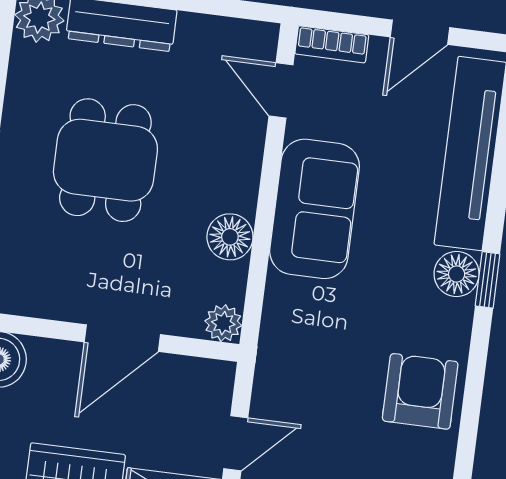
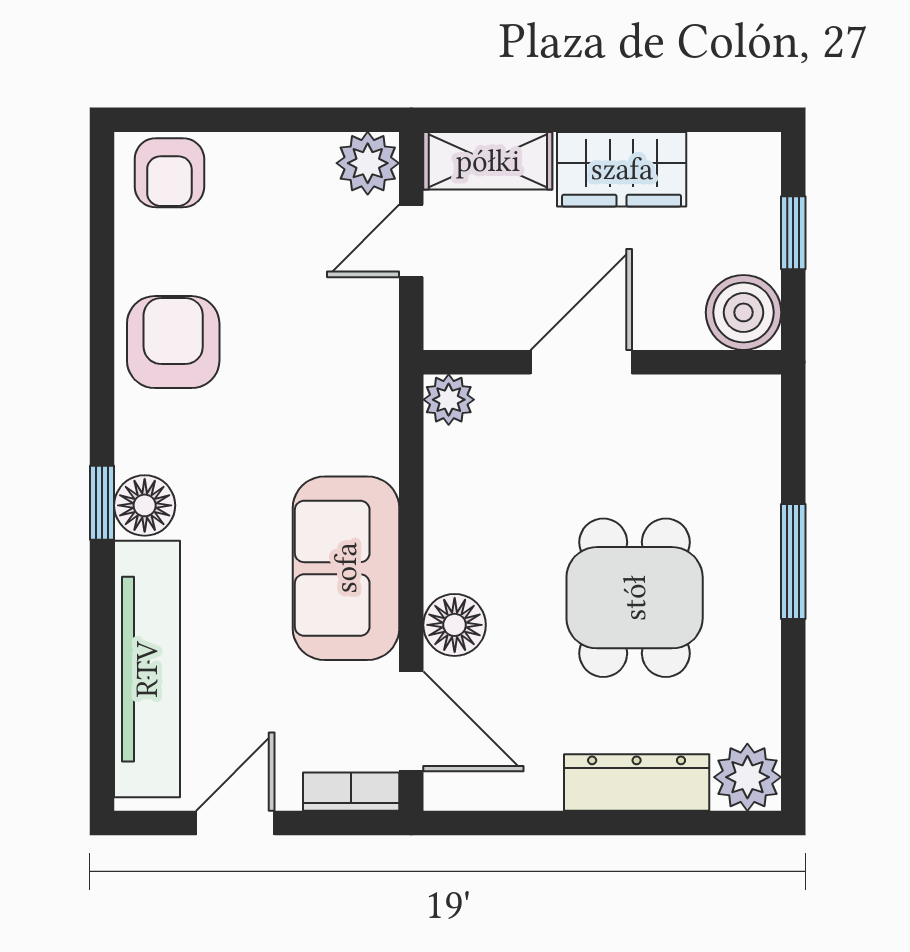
door: (281, 90) -> (411, 721), width x1.38
floor lamp: (230, 237) -> (455, 625), moved
armchair: (420, 391) -> (173, 342), turned 180

